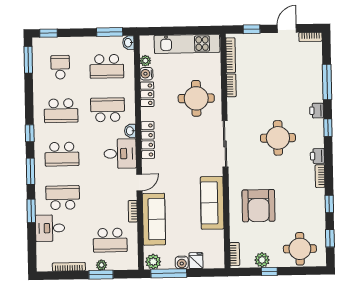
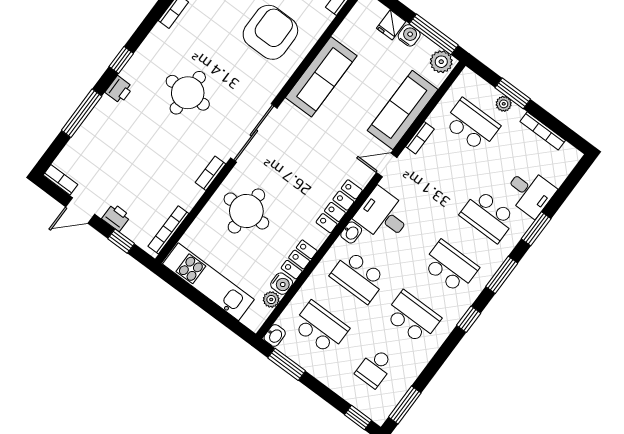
bookcase: (231, 85) -> (210, 173), moved
printer: (317, 156) -> (116, 217), moved, turned -90

